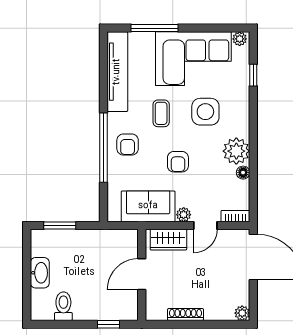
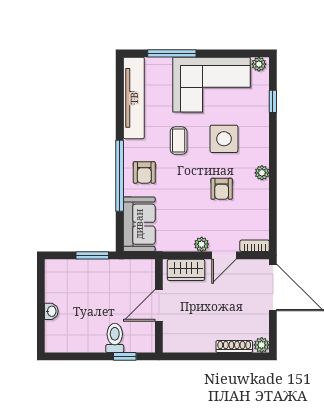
plant: (236, 151) -> (262, 173), width x0.53, depth x0.53
armchair: (178, 162) -> (222, 189), moved
floor lamp: (243, 173) -> (262, 201), removed
sofa: (148, 206) -> (139, 224), moved, turned 90
window: (60, 225) -> (92, 255), moved
washbasin: (40, 273) -> (51, 311), width x0.52, depth x0.69
toilet: (63, 306) -> (115, 338), moved
shoe rack: (186, 315) -> (234, 346), moved

